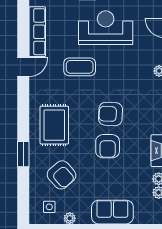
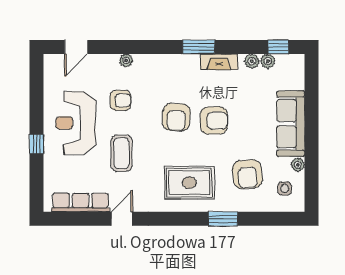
armchair: (125, 66) -> (120, 100), added
door: (23, 67) -> (122, 219), hinge flipped
armchair: (62, 175) -> (247, 174), turned 126
sofa: (112, 212) -> (291, 124), width x1.36

